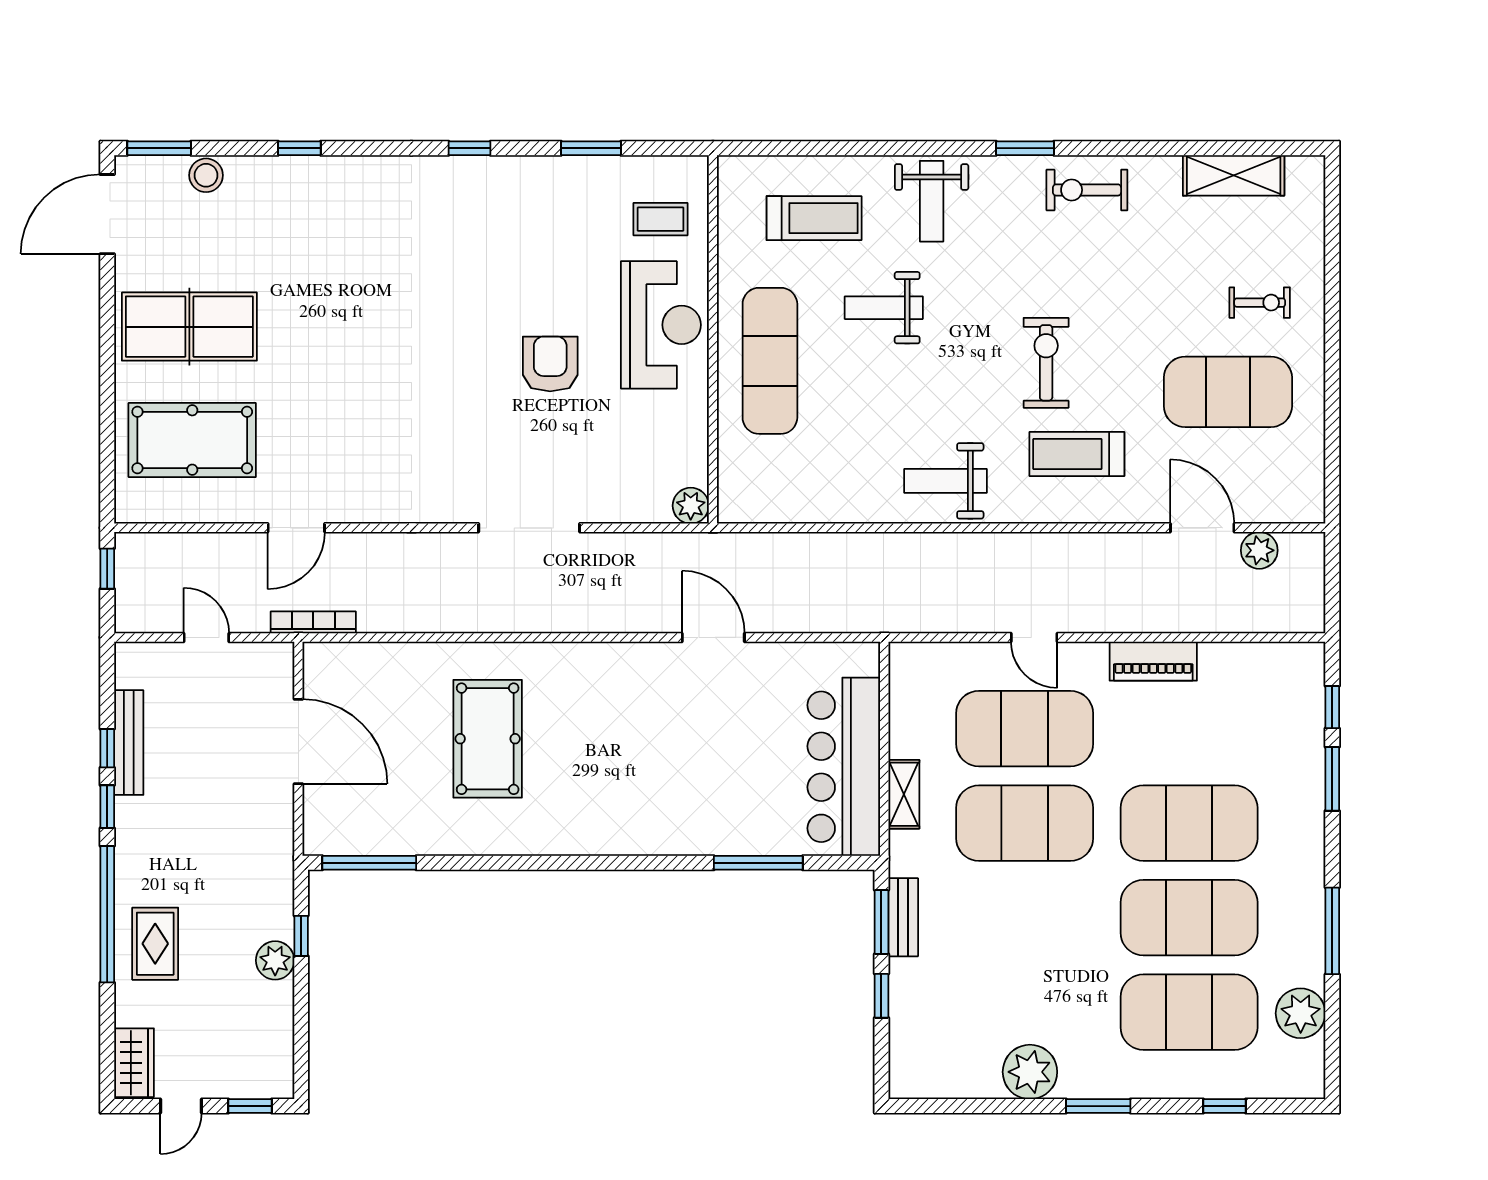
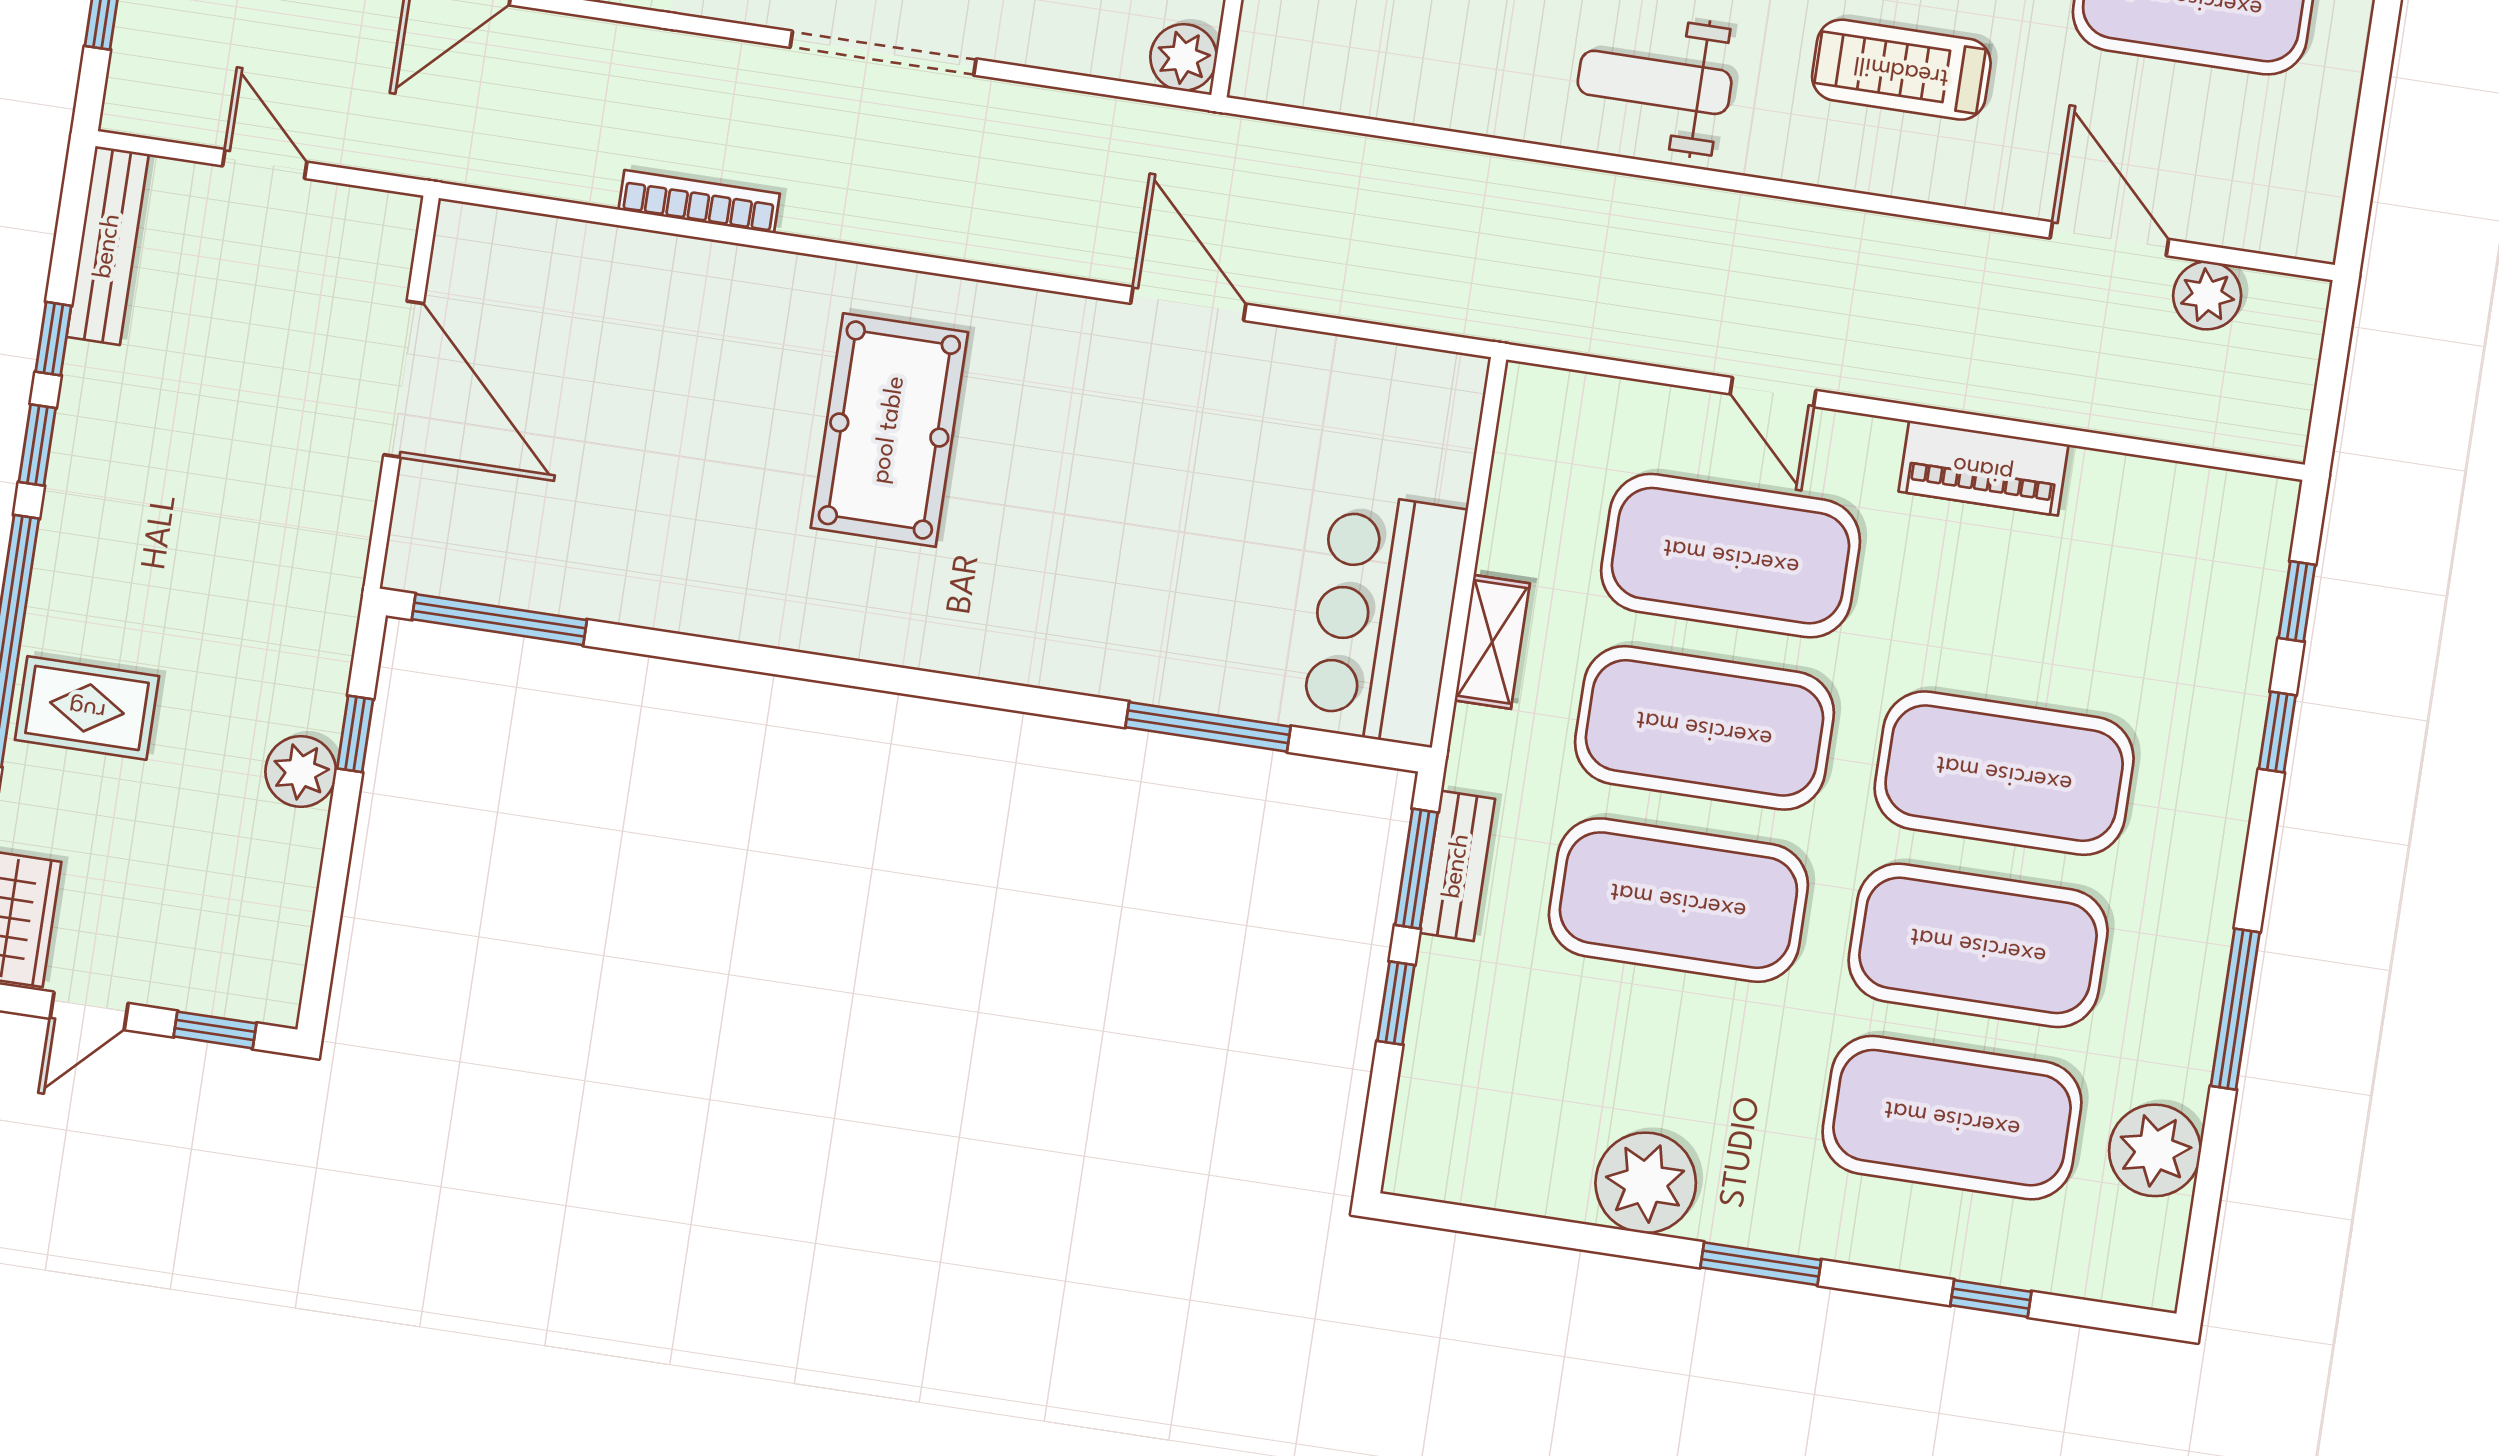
bookcase: (313, 622) -> (699, 202), moved
pool table: (488, 739) -> (889, 430), moved
bench: (129, 743) -> (108, 246), moved
bar counter: (844, 767) -> (1384, 619), width x0.73
window: (1332, 779) -> (2277, 732), width x0.67
exercise mat: (1025, 918) -> (1678, 900), added
rug: (155, 944) -> (87, 708), turned 90

